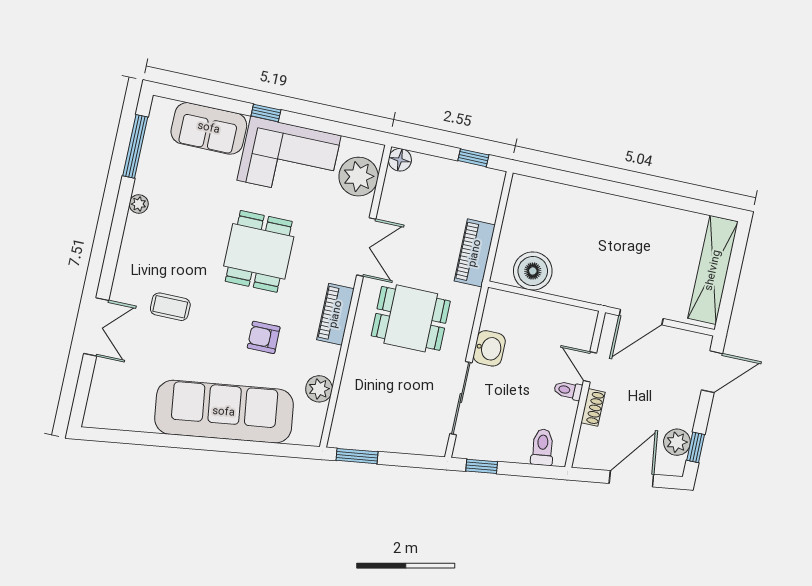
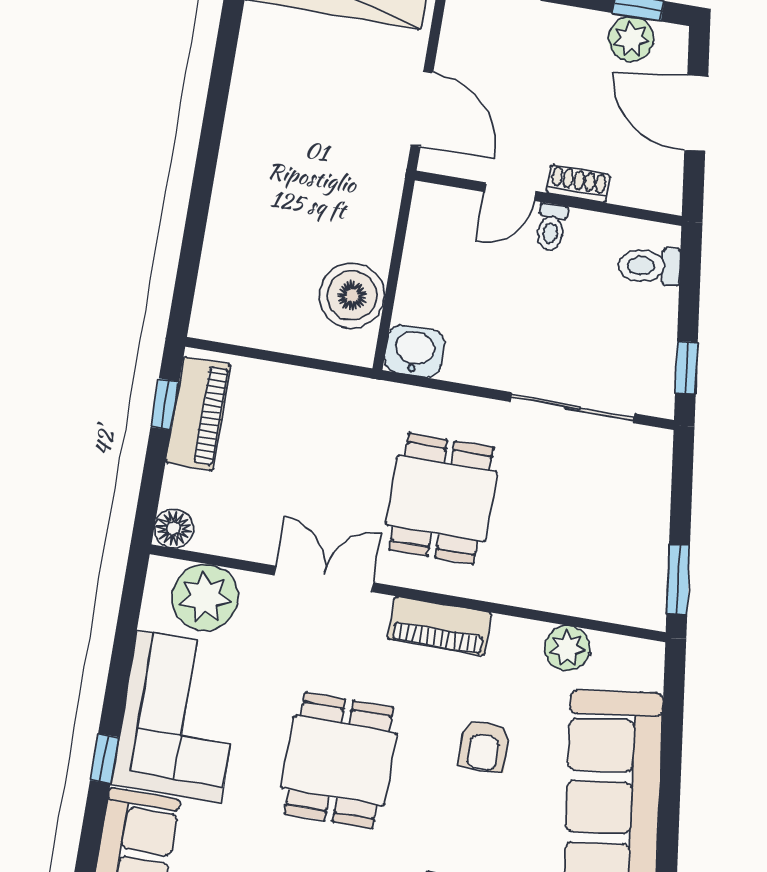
dining table: (259, 251) -> (339, 761), turned 90
piano: (475, 253) -> (198, 414), moved, turned -90
washbasin: (489, 348) -> (414, 351), moved

